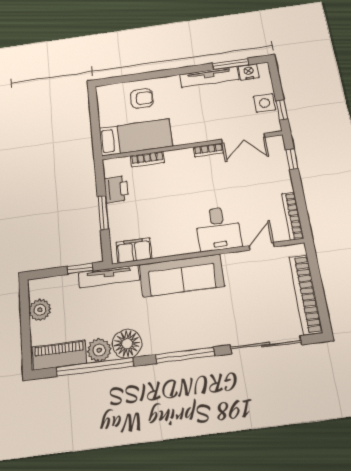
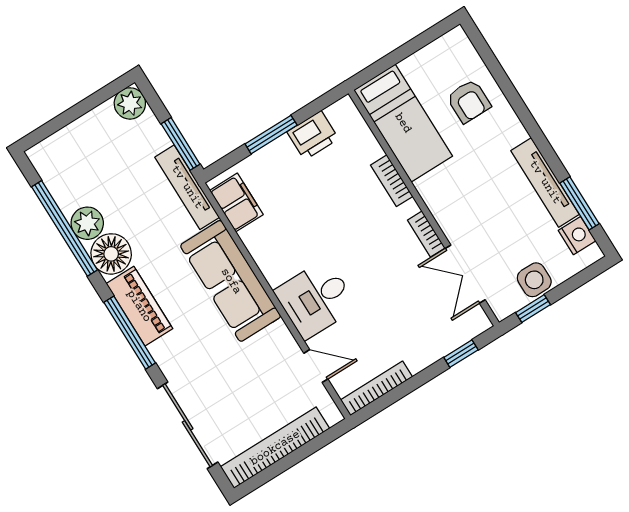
bookcase: (147, 159) -> (392, 181), moved
window: (80, 269) -> (181, 144), width x1.50
plant: (40, 310) -> (130, 103), moved
piano: (59, 355) -> (139, 306), moved

